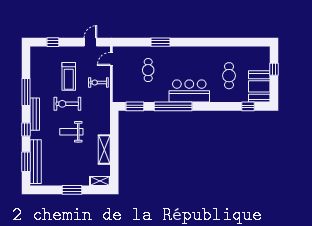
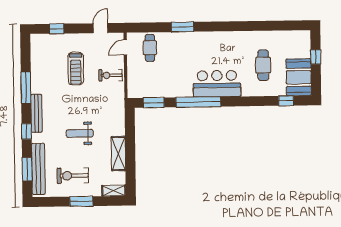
cafe table: (148, 70) -> (150, 48), moved
exercise bike: (67, 104) -> (73, 176), moved

